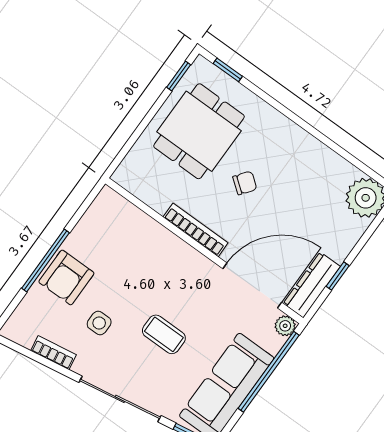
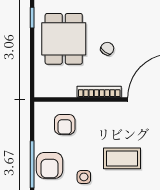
armchair: (123, 240) -> (65, 124), added
coffee table: (164, 334) -> (122, 158), width x1.36, depth x1.30

